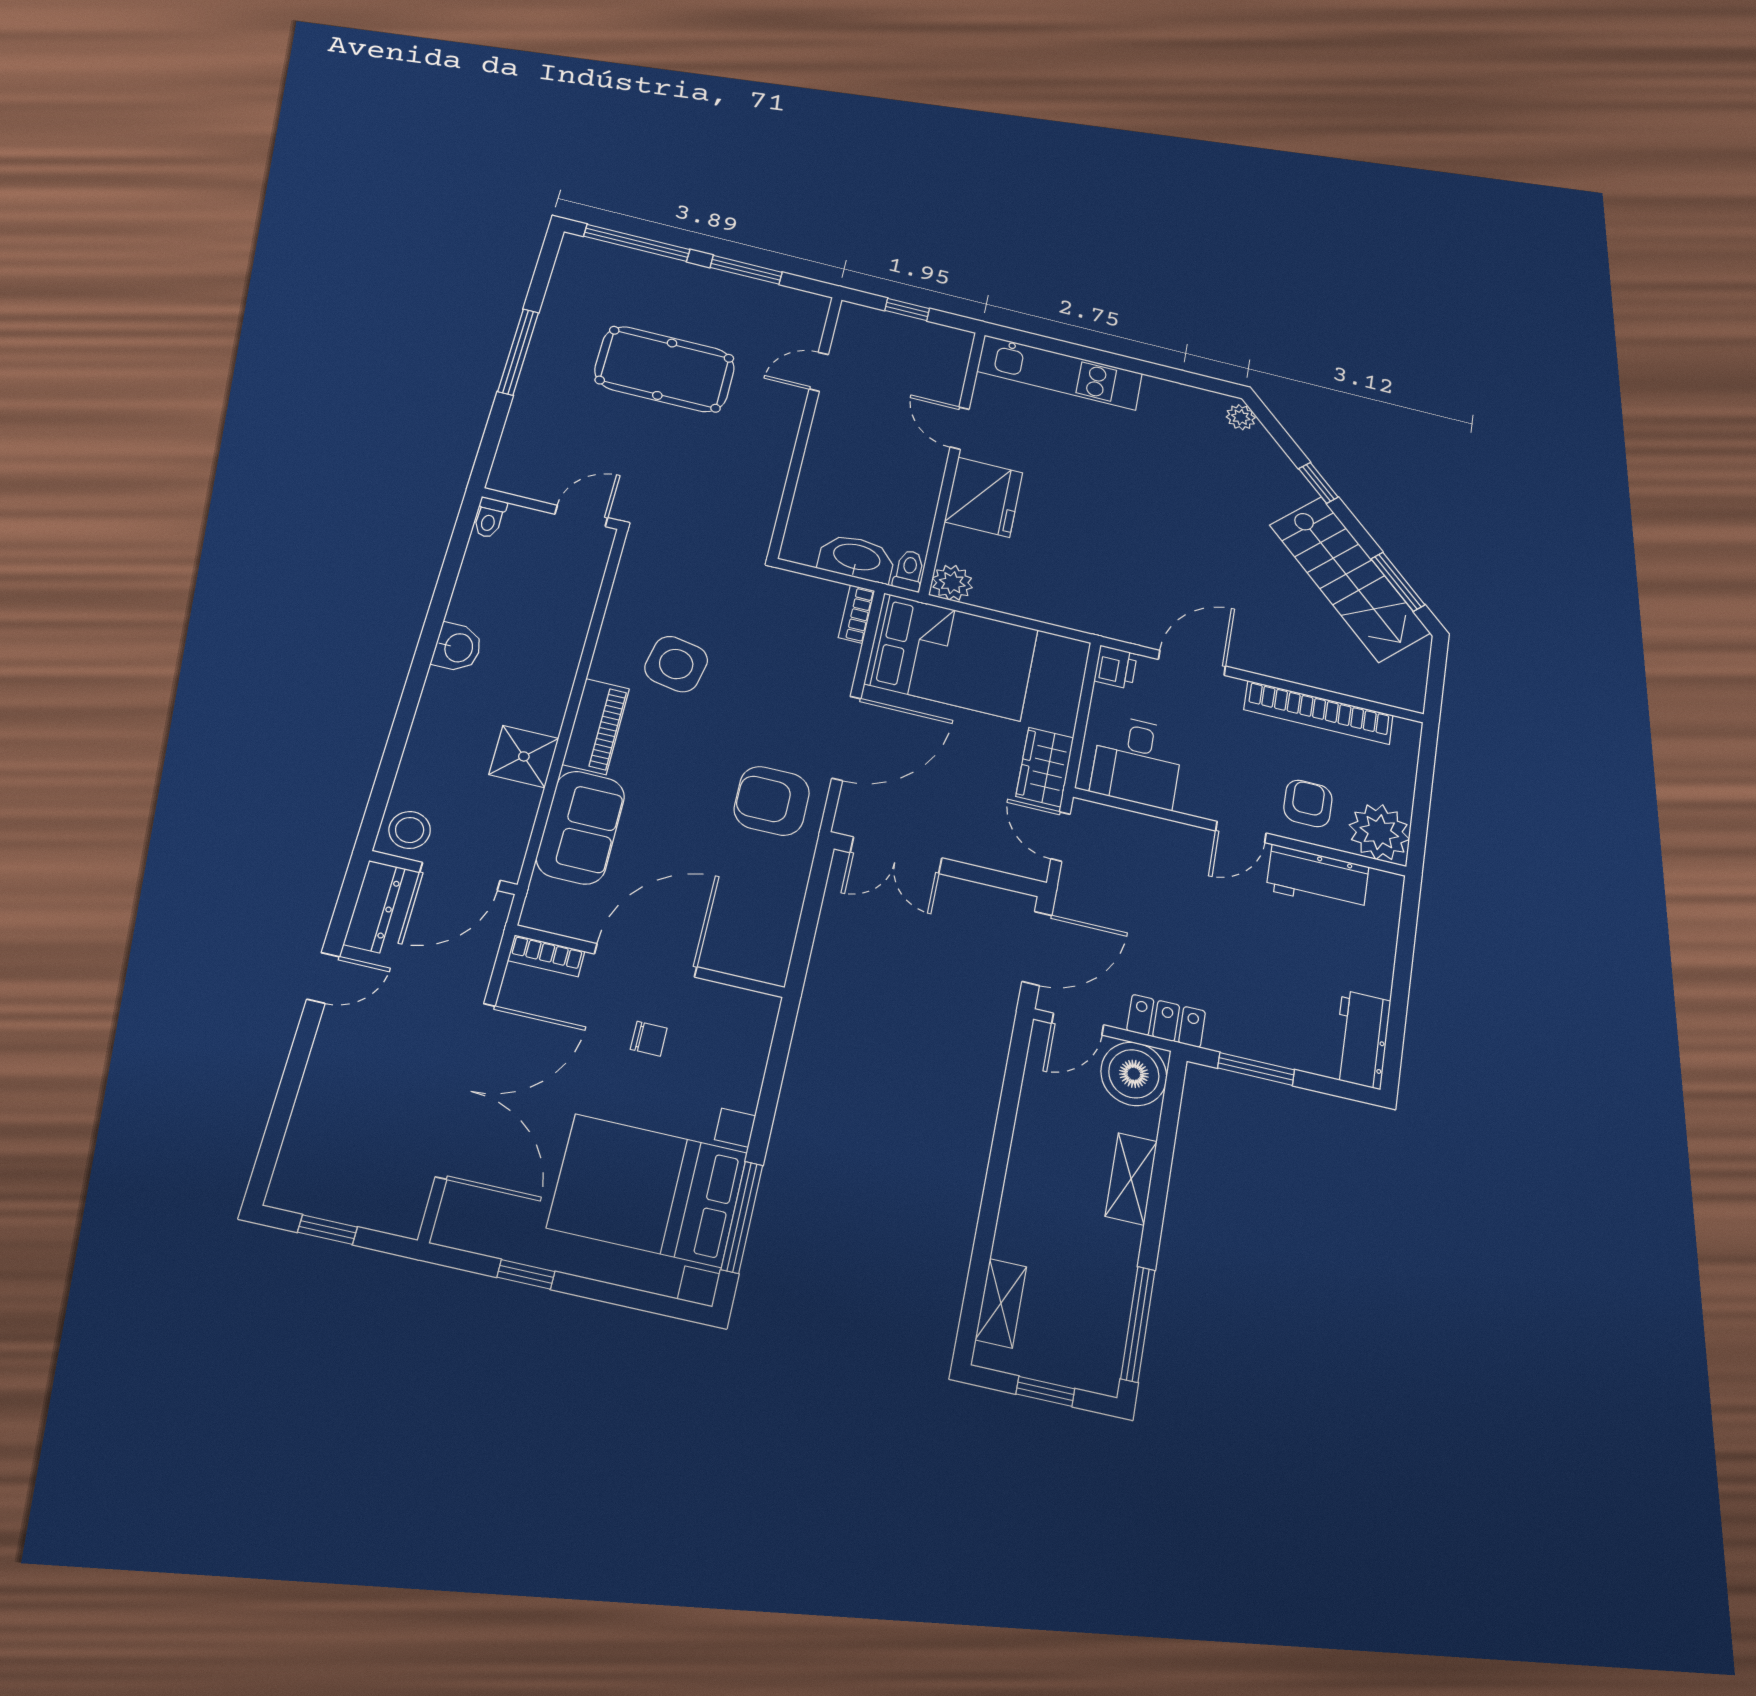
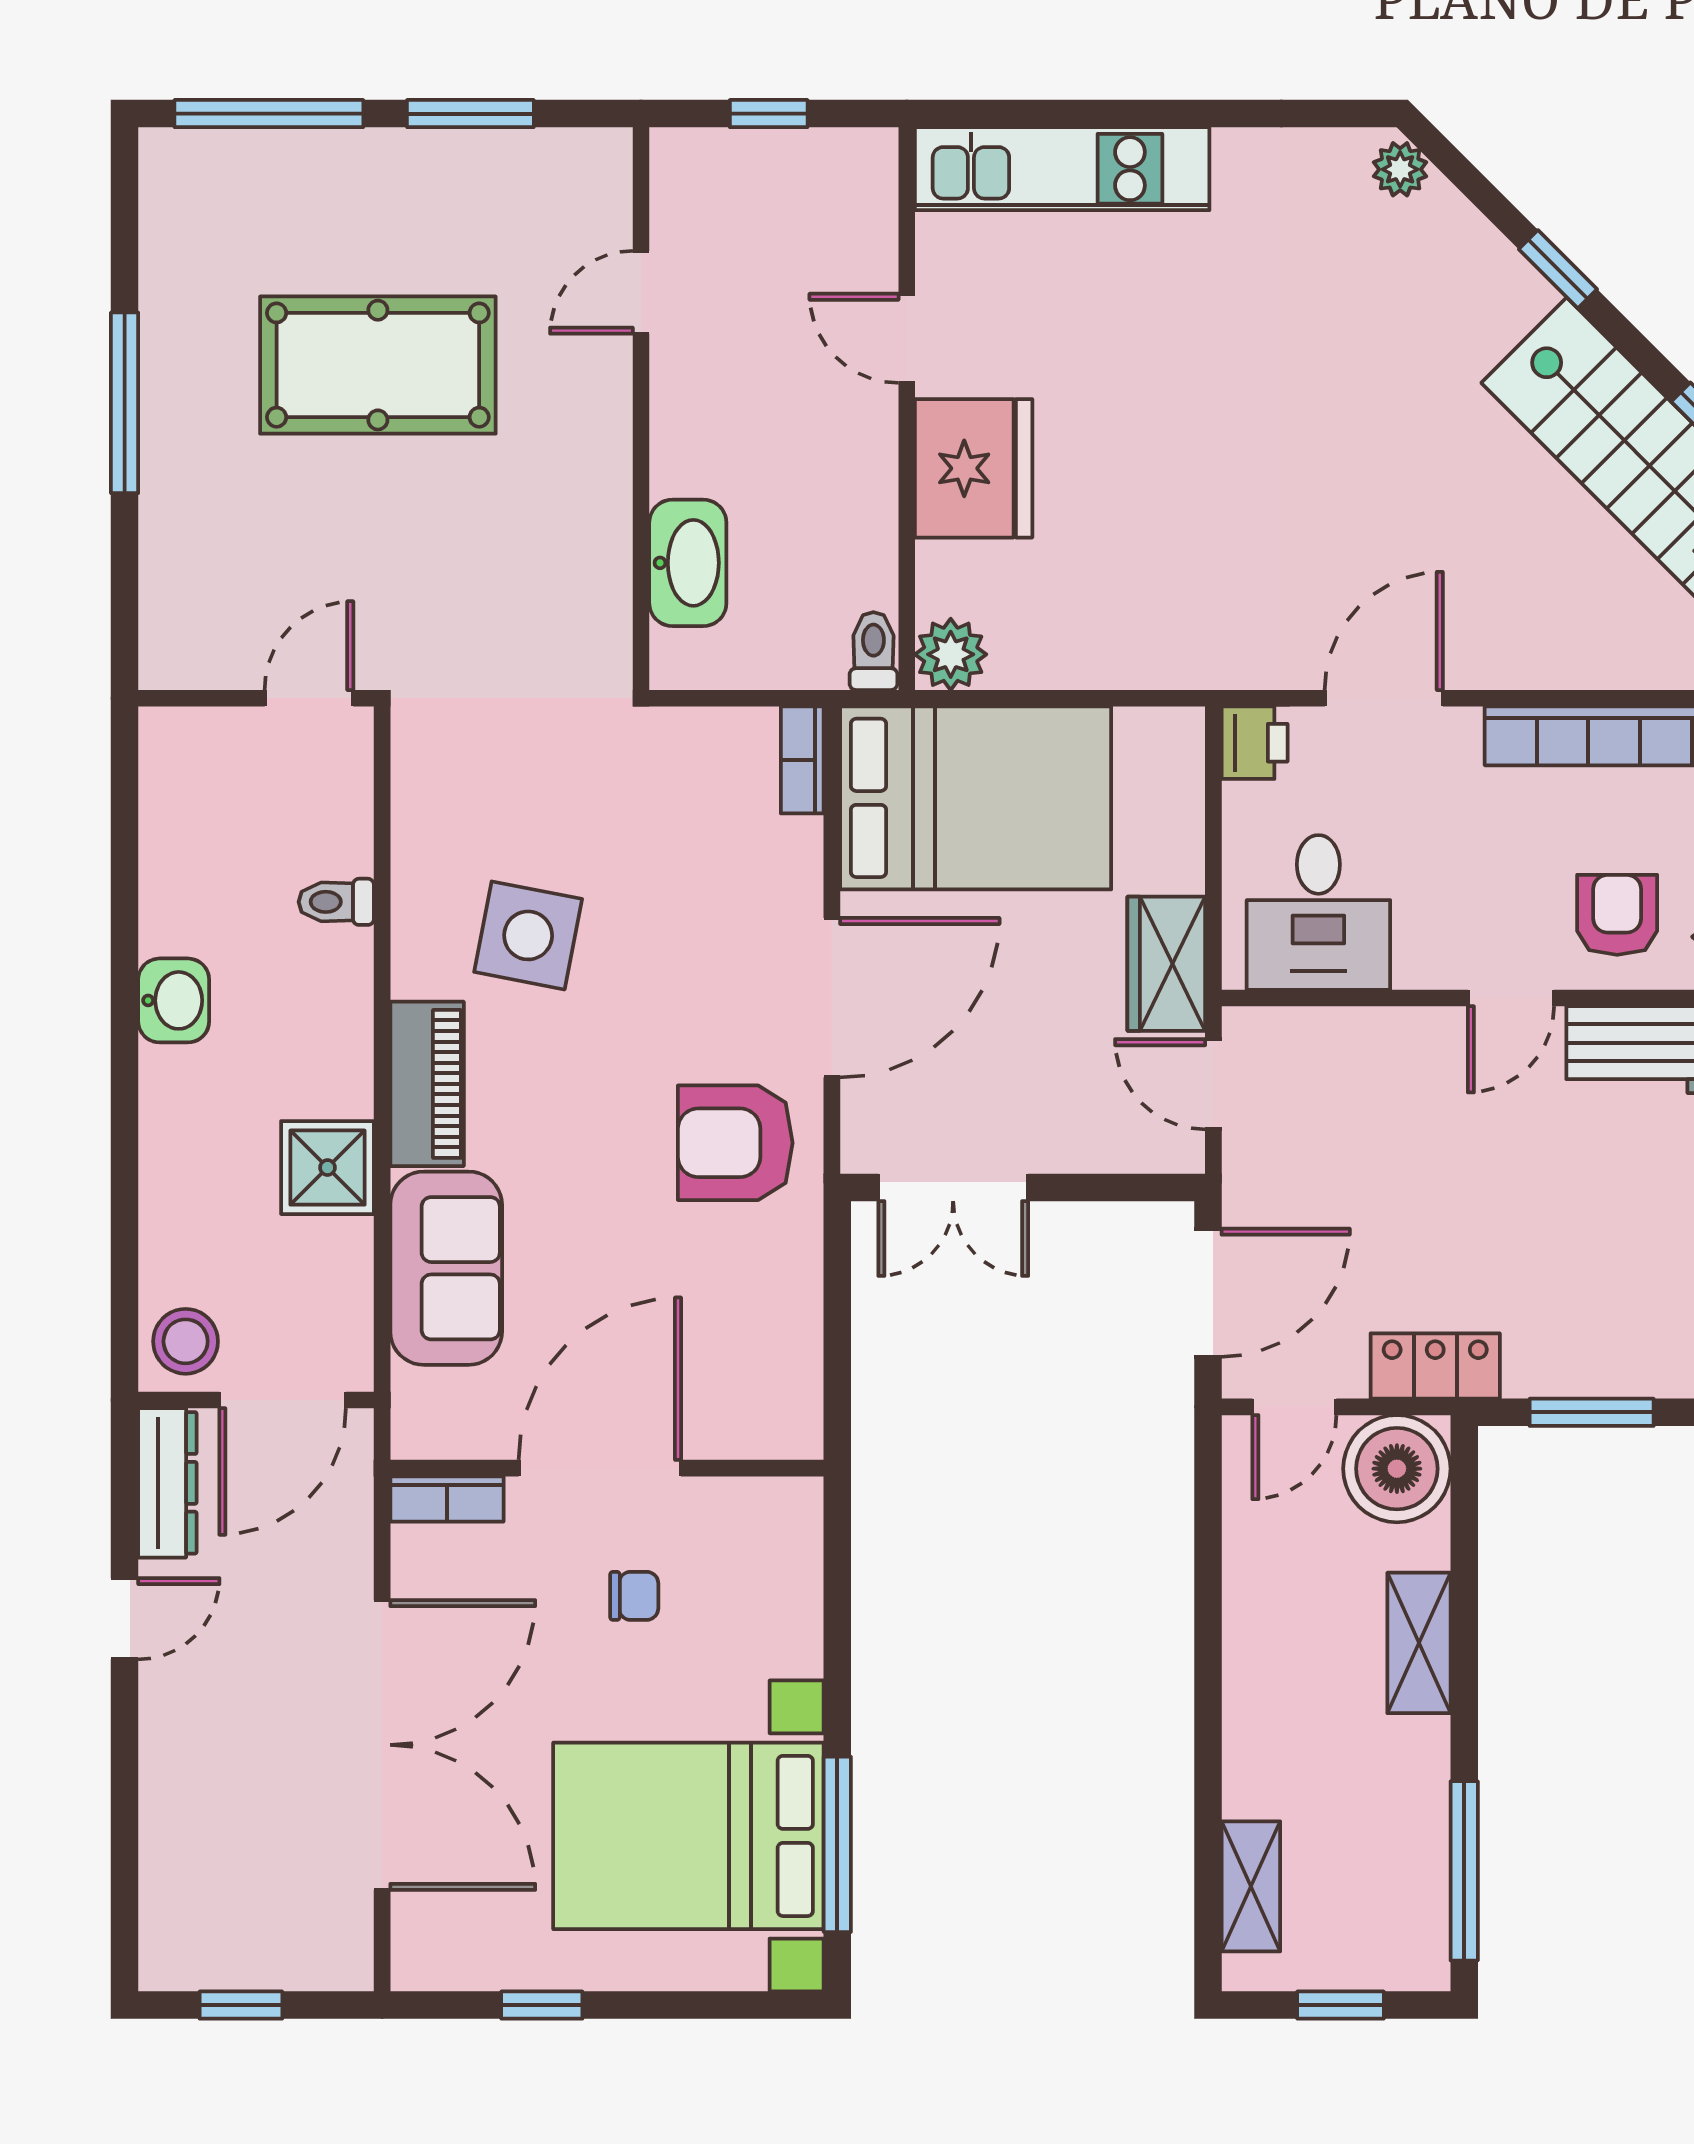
toilet: (489, 518) -> (336, 902), moved, turned 90
washbasin: (857, 558) -> (688, 563), moved, turned 90

